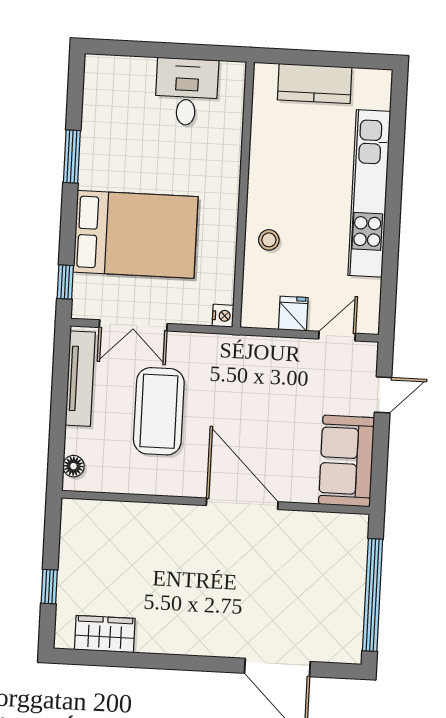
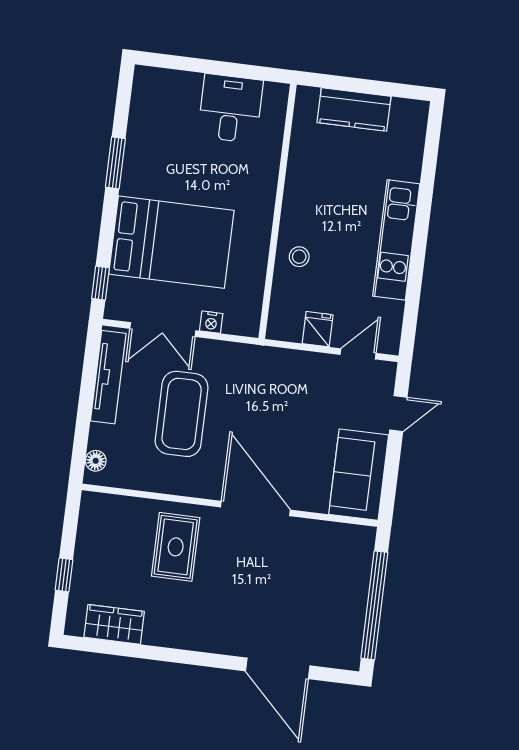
kitchen unit: (369, 193) -> (396, 240), width x0.73
nightstand: (223, 316) -> (211, 322), moved, turned 90
rug: (163, 549) -> (176, 547), added

